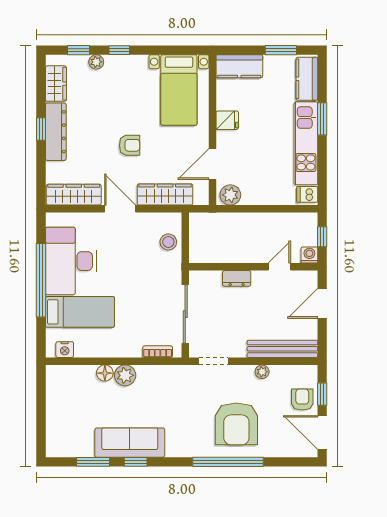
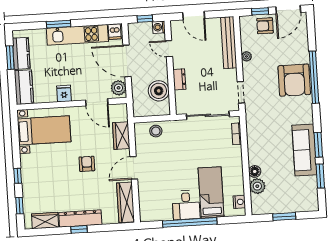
plant: (96, 62) -> (27, 192), removed
kitchen counter: (307, 79) -> (21, 53), moved, turned -90
wardrobe: (165, 194) -> (121, 136), width x0.67
door: (266, 209) -> (127, 61), added
boiler: (223, 249) -> (159, 91), added
desk: (71, 261) -> (186, 205), width x0.53, depth x0.77
plant: (125, 375) -> (257, 186), moved
window: (41, 409) -> (284, 216), added
armchair: (236, 424) -> (294, 80), moved, turned 90
window: (136, 462) -> (318, 145), width x1.50

